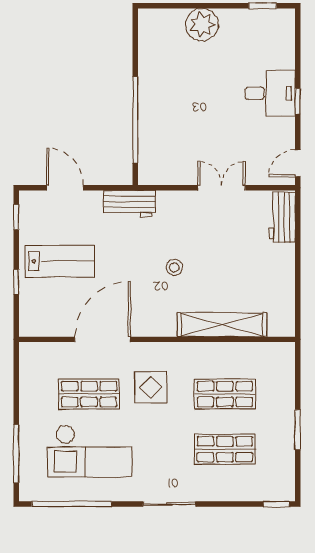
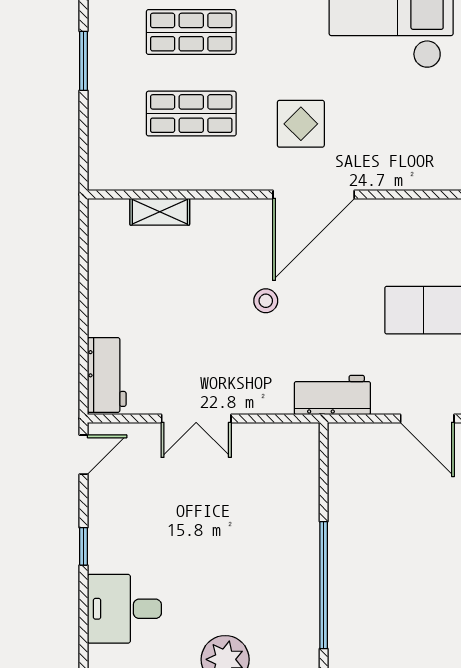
desk: (270, 93) -> (124, 609), moved
window: (135, 120) -> (324, 585), moved
shelving: (222, 325) -> (160, 212), width x0.45, depth x0.75
door: (102, 339) -> (314, 194), moved
shop shelf: (89, 394) -> (392, 114), removed

